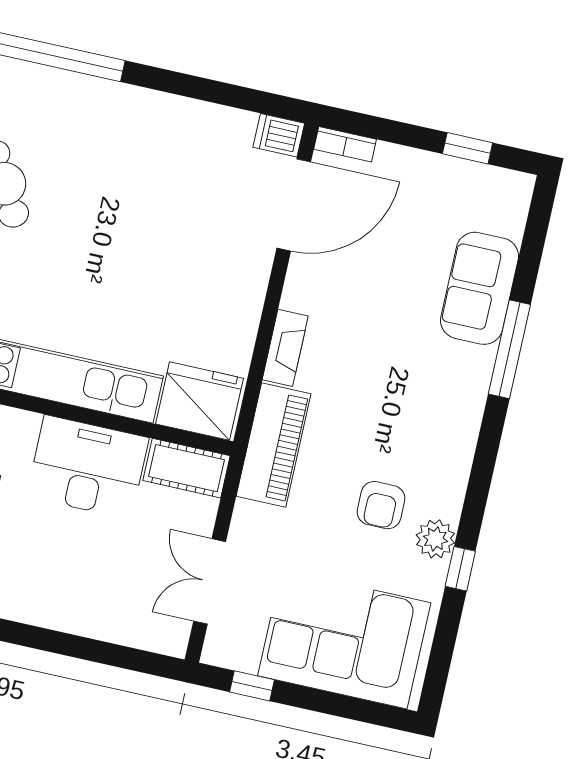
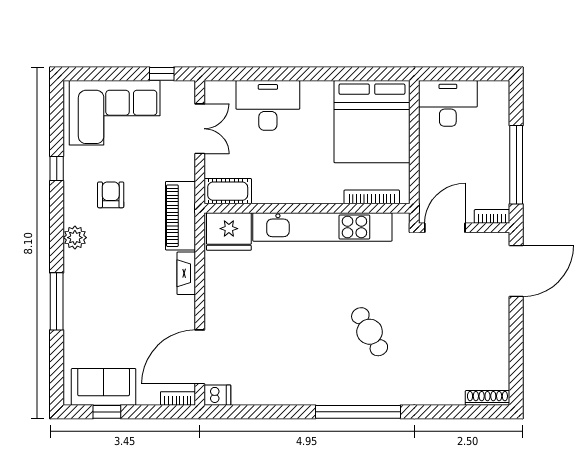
sofa: (479, 288) -> (104, 387), moved, turned -90
desk: (88, 467) -> (268, 105), moved, turned 180
plant: (435, 539) -> (75, 238), moved

